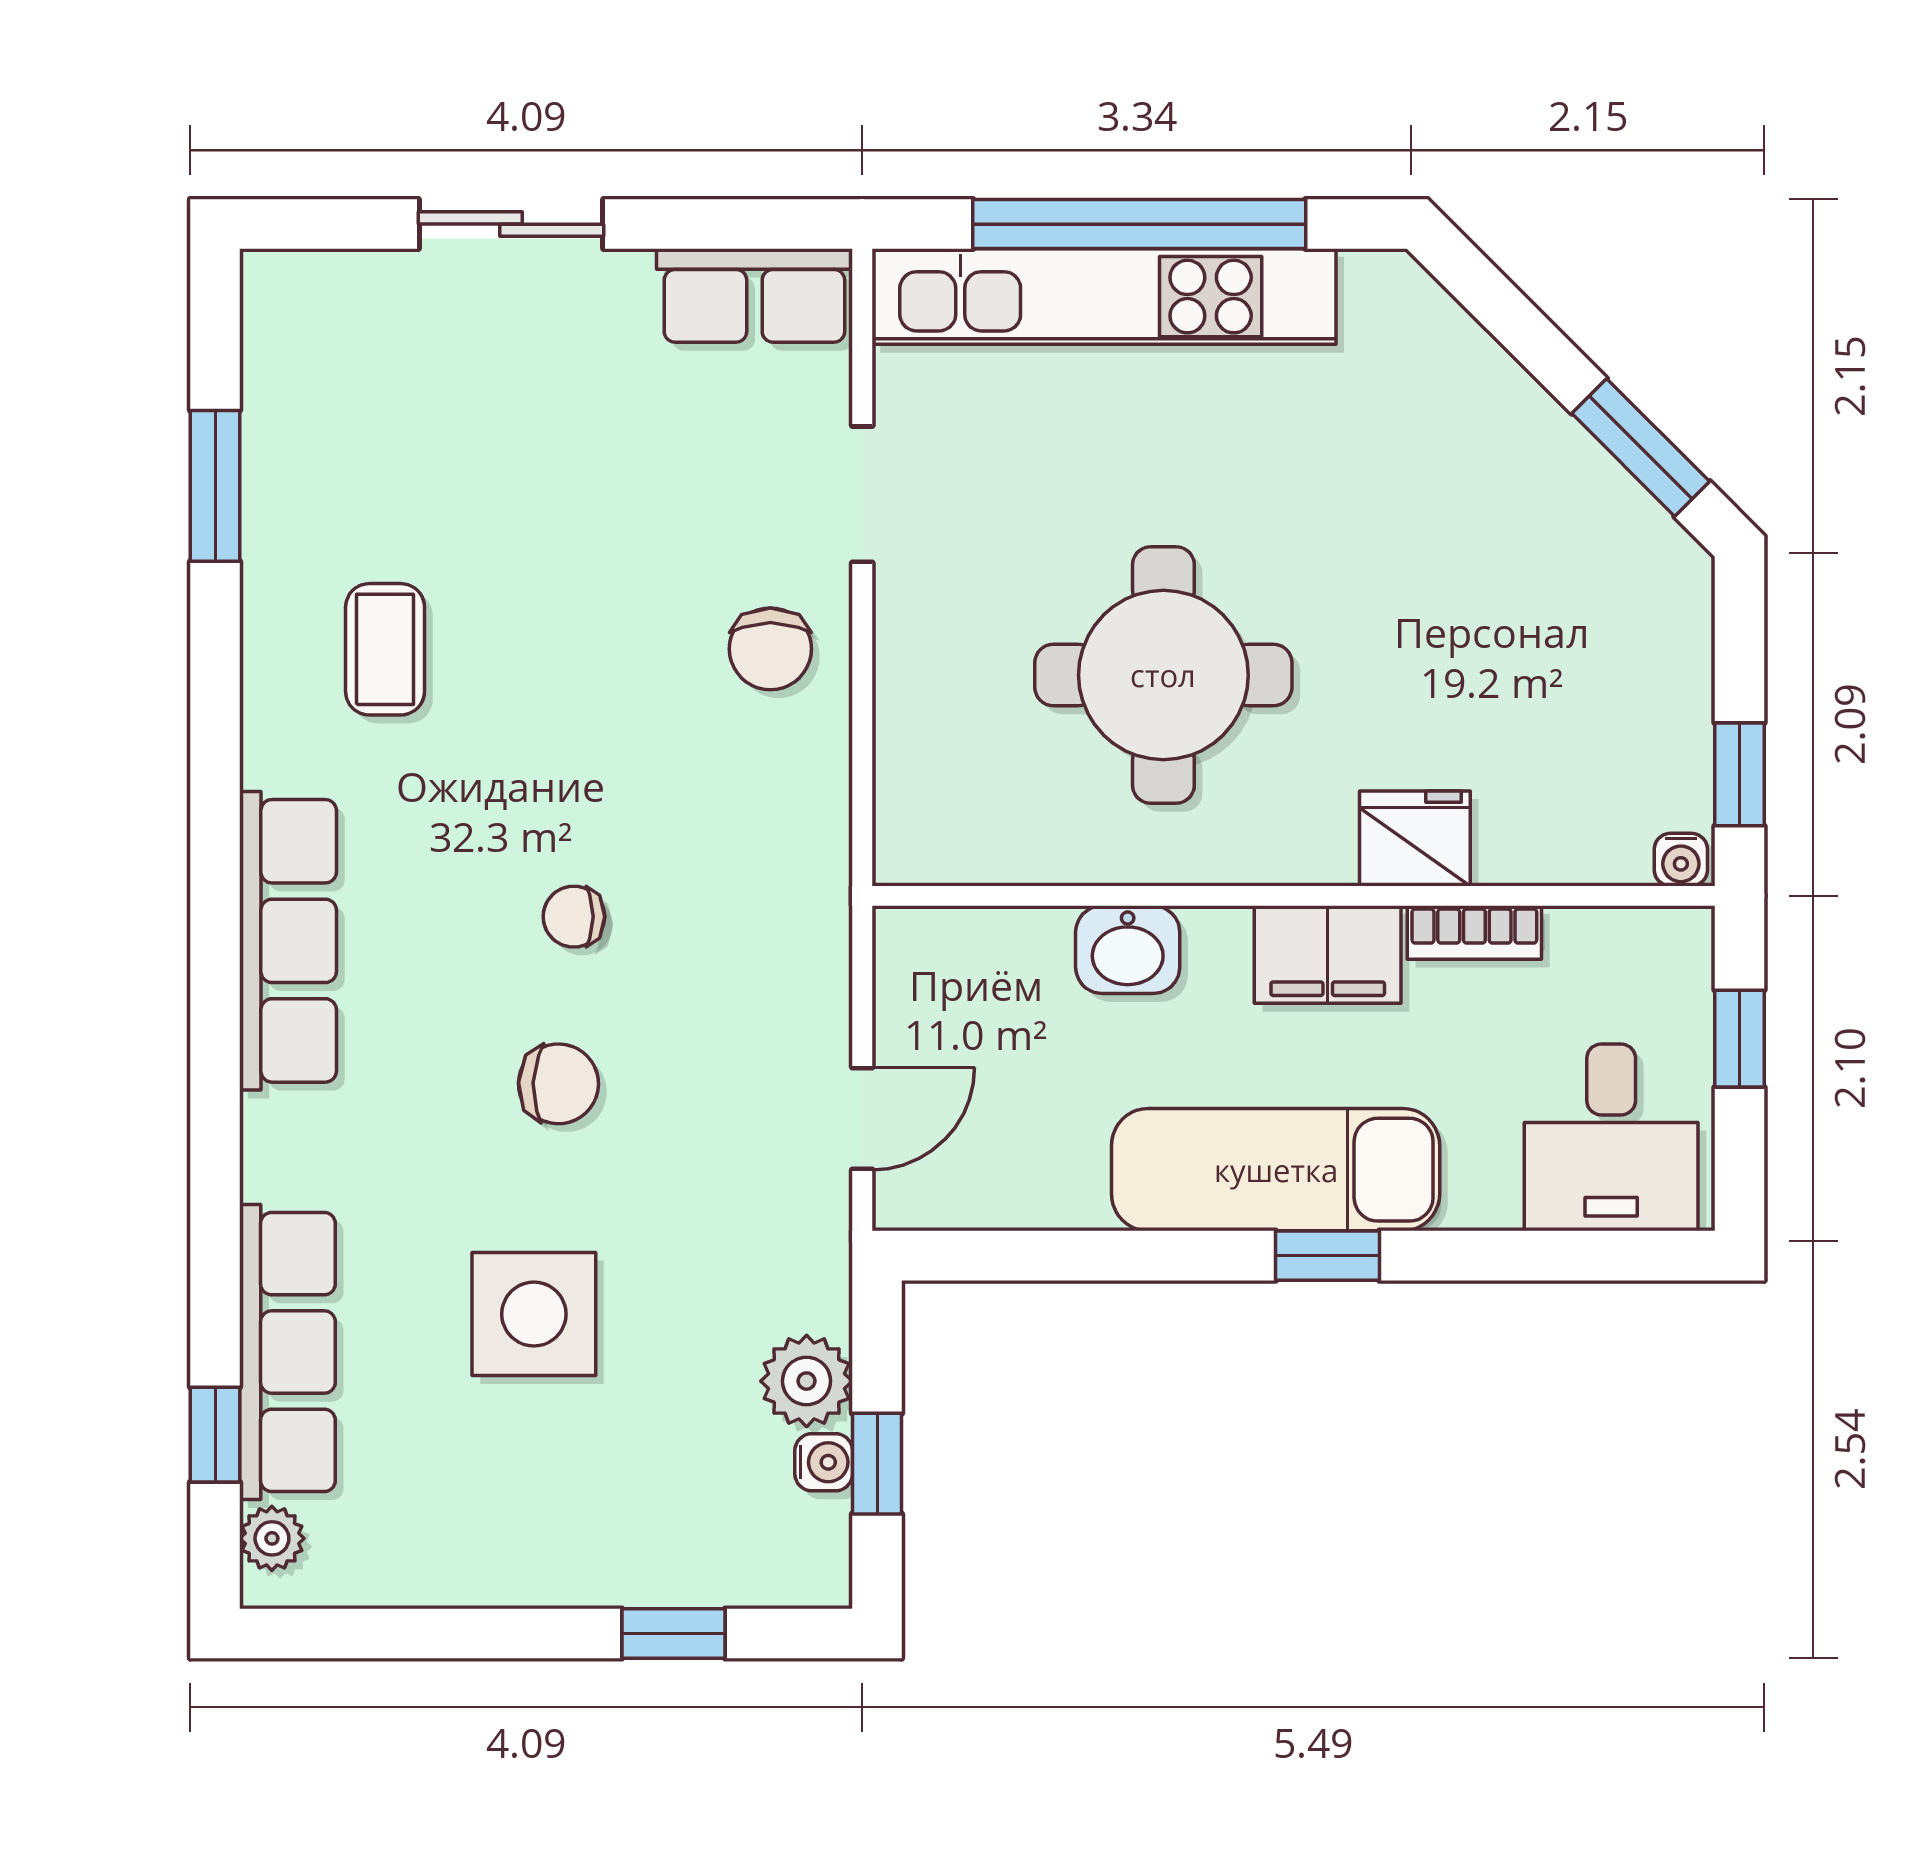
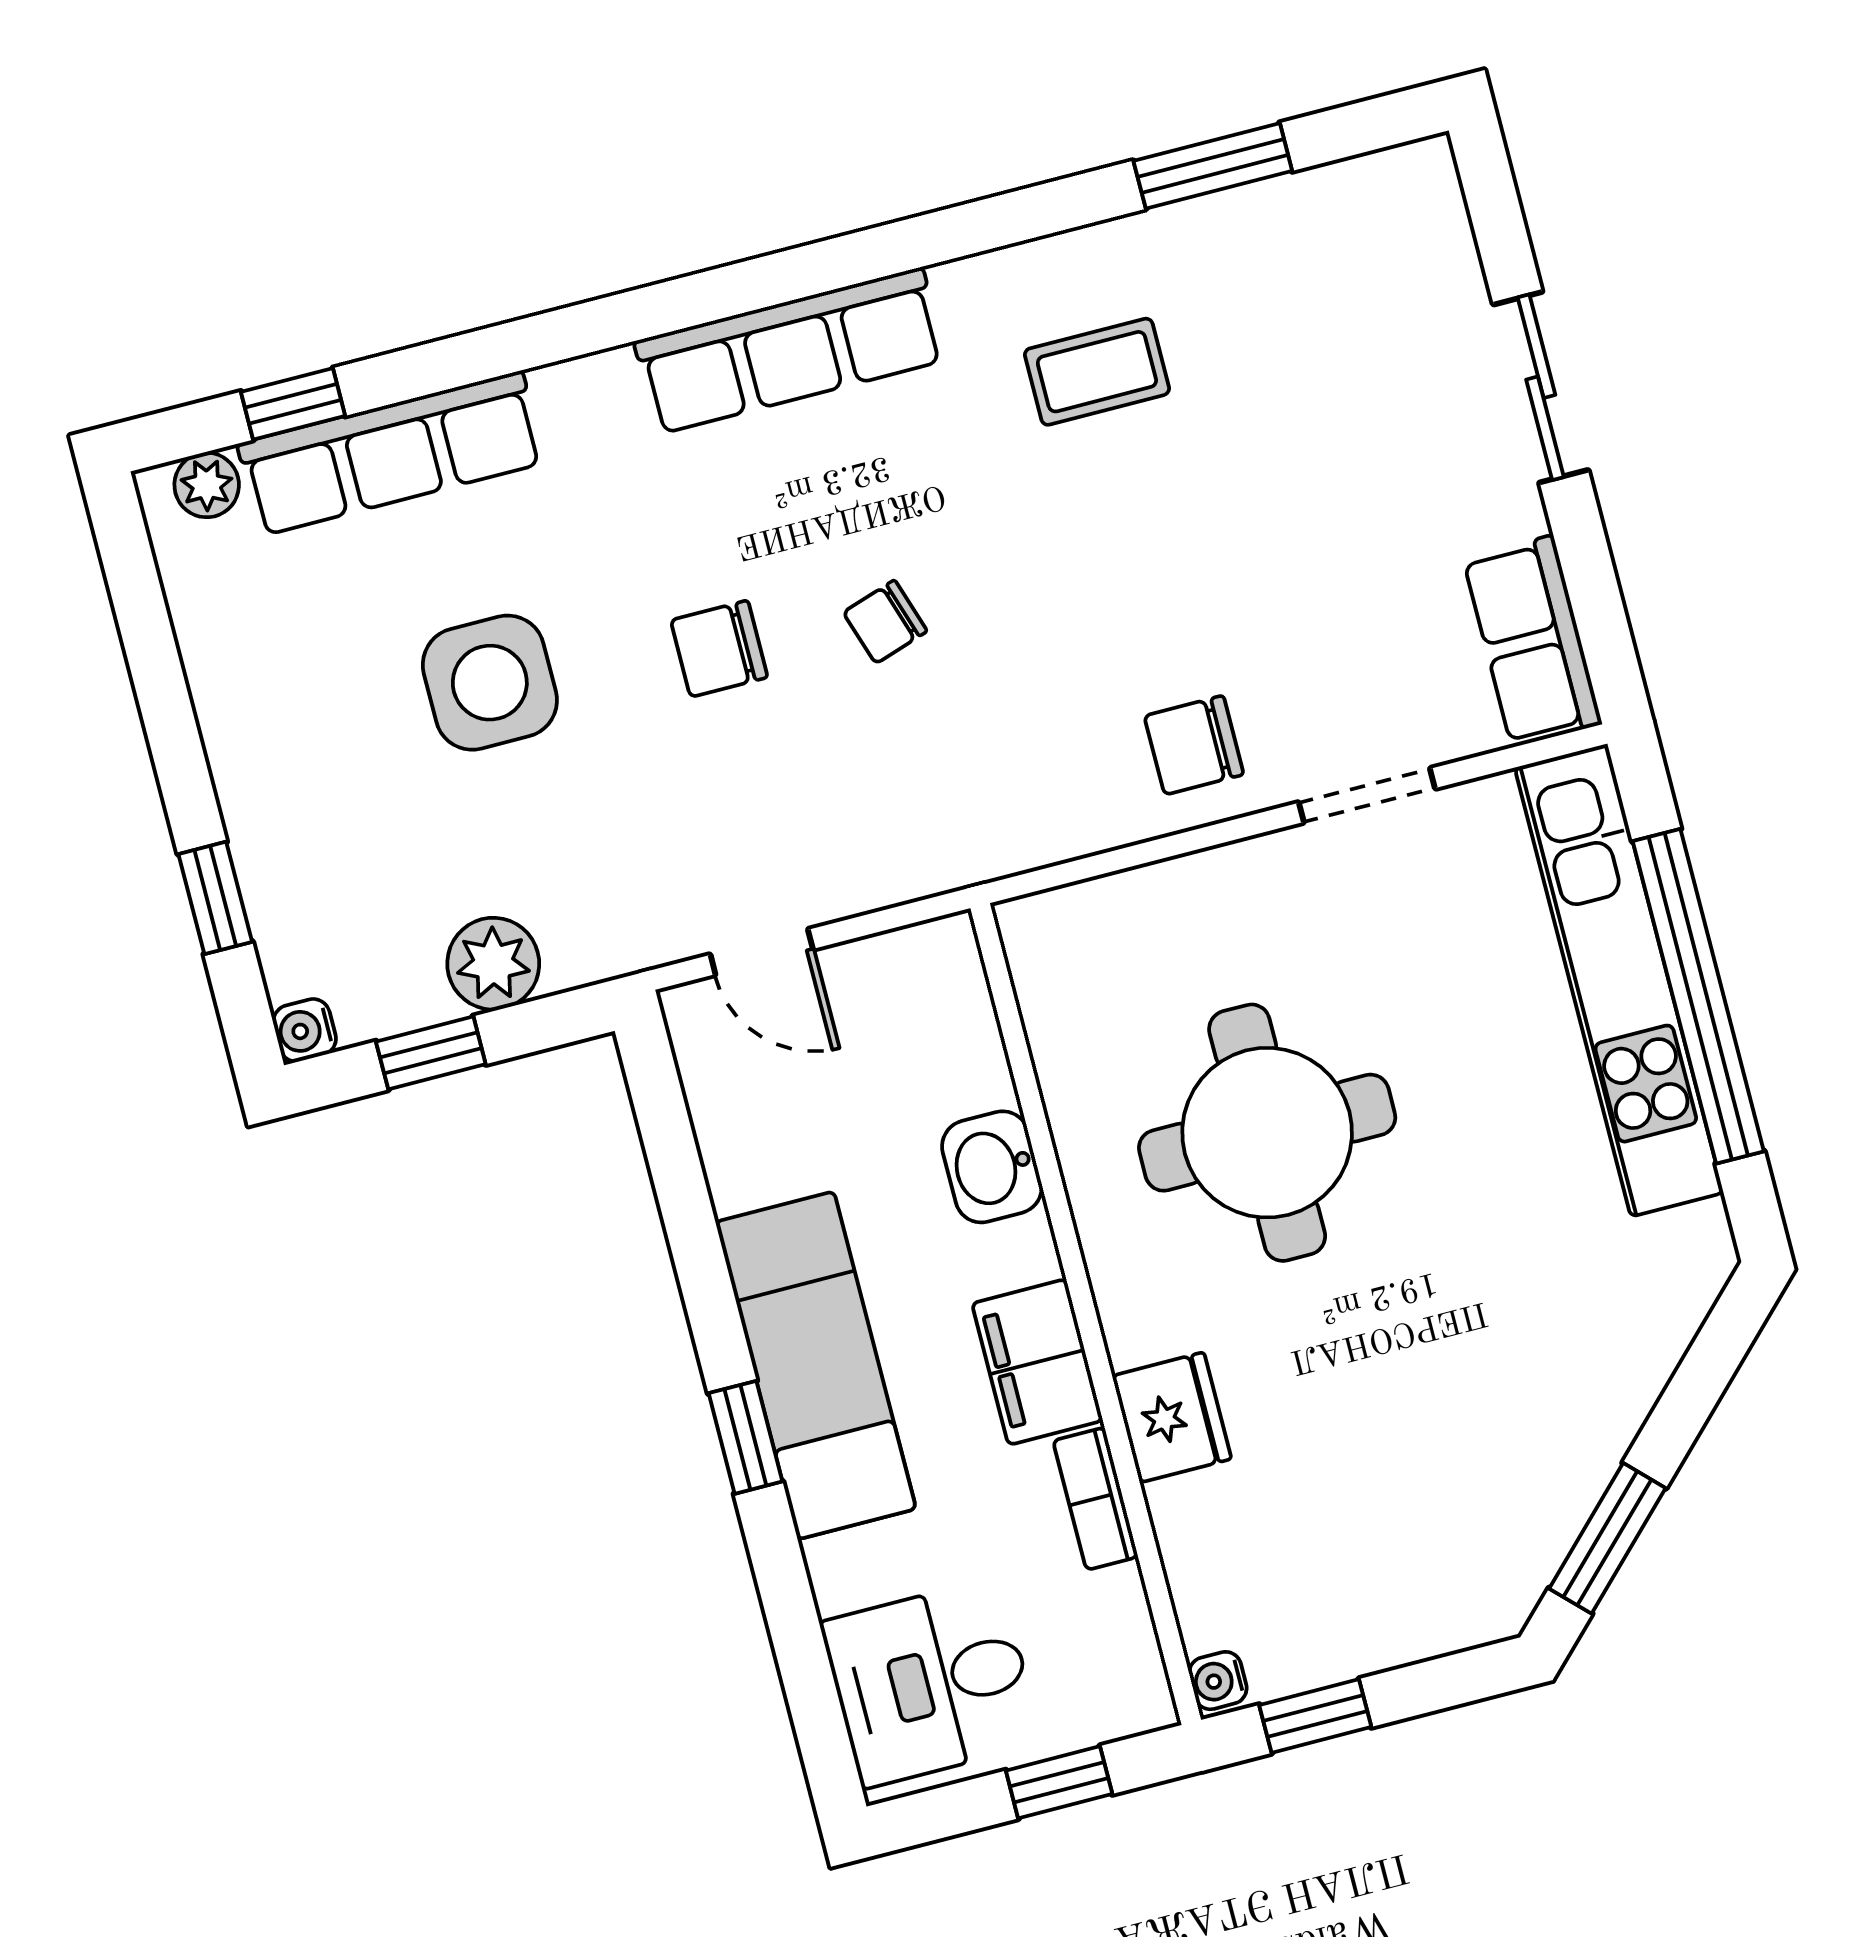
chair: (574, 917) -> (885, 622), turned -108
chair: (558, 1084) -> (719, 649), turned 88
water cooler: (824, 1462) -> (305, 1030), moved, turned 90

